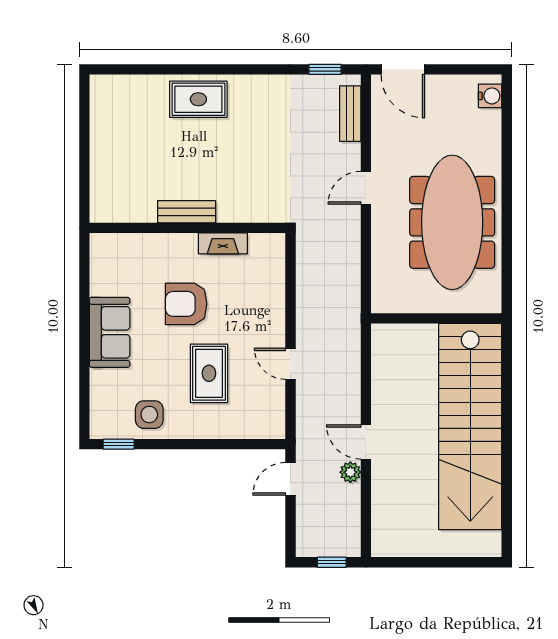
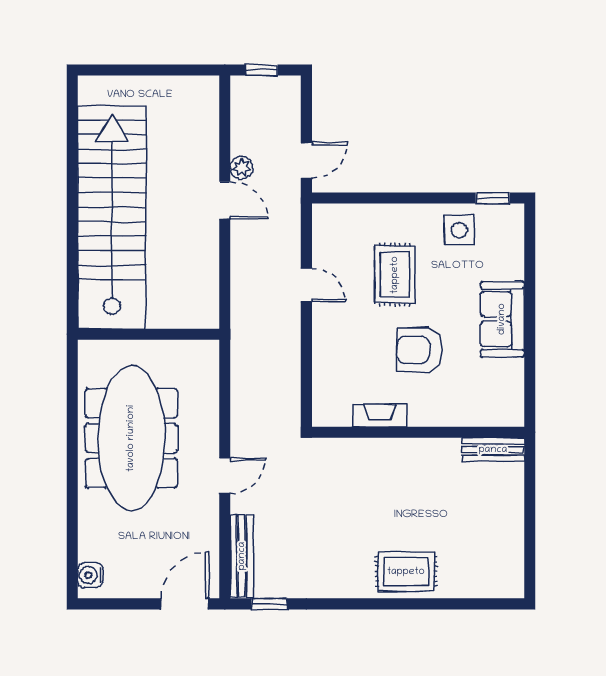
door: (403, 69) -> (185, 604), hinge flipped
bench: (350, 114) -> (242, 556), width x1.36
bench: (187, 212) -> (493, 450), moved
armchair: (186, 304) -> (419, 350), turned 180

